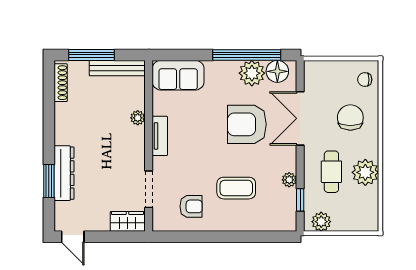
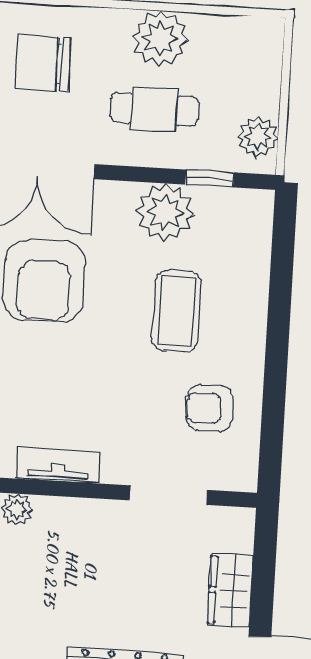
plant: (289, 180) -> (165, 213), width x1.87, depth x1.87
armchair: (191, 206) -> (210, 408), turned -90
wardrobe: (128, 221) -> (230, 591), moved

